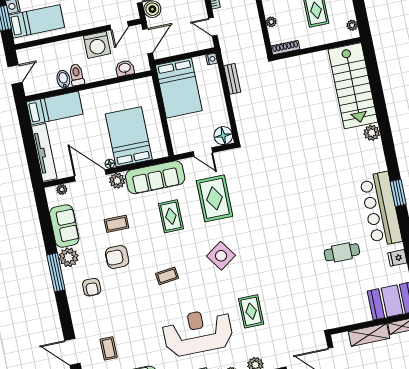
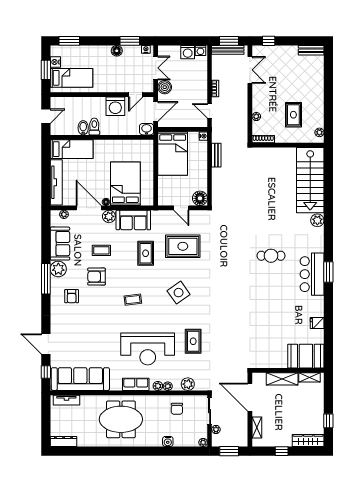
washbasin: (125, 68) -> (147, 129), moved
sofa: (155, 177) -> (133, 220), width x0.73
rug: (215, 198) -> (183, 246), turned 90
bar counter: (381, 209) -> (312, 274), width x0.73
cafe table: (342, 252) -> (271, 256), moved
reception desk: (198, 332) -> (148, 349), turned 180
coffee table: (109, 348) -> (75, 347), removed

